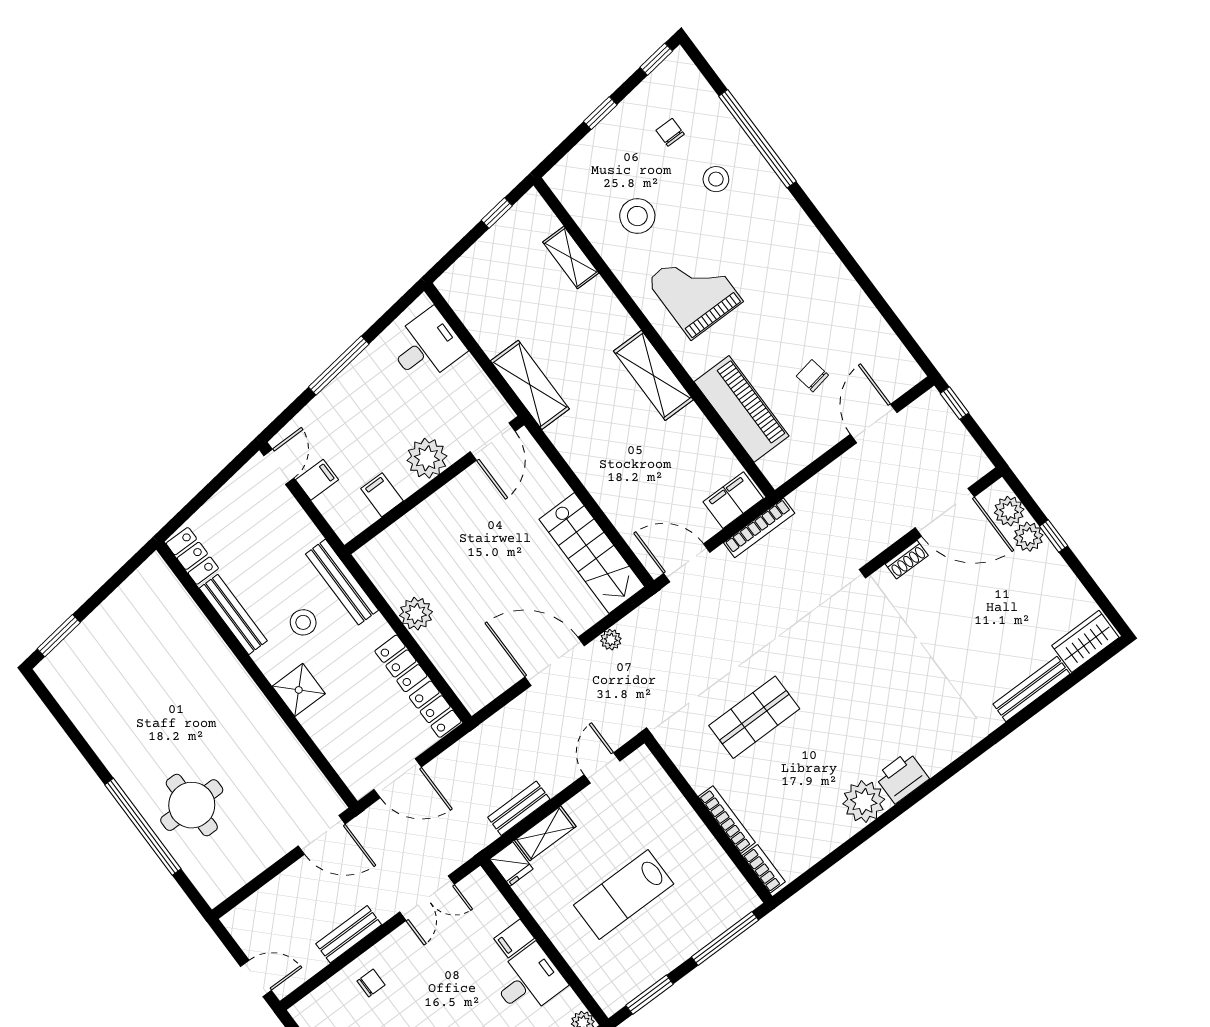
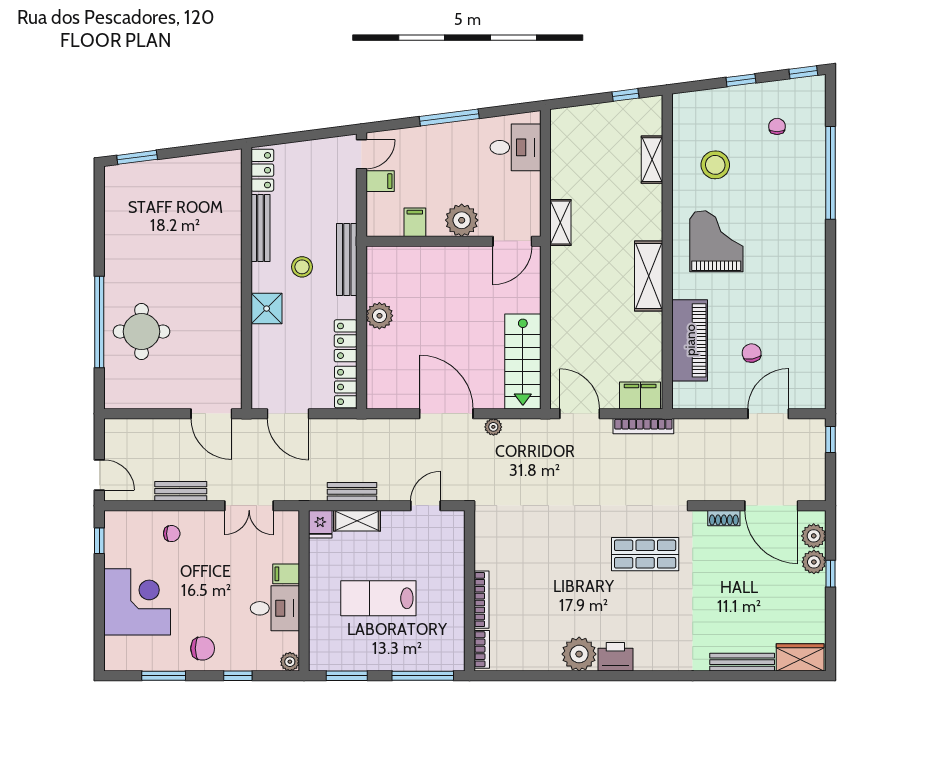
stool: (716, 179) -> (784, 179), removed
shelving: (530, 385) -> (560, 222), width x0.67, depth x0.75
shop shelf: (754, 717) -> (645, 554), moved

